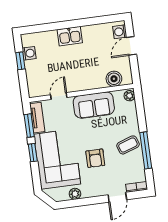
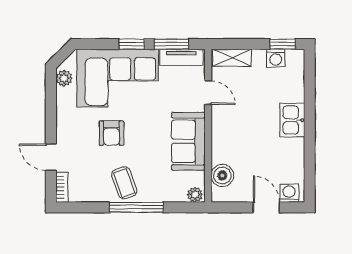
window: (20, 61) -> (283, 44), moved
shelving: (33, 83) -> (232, 58), added
window: (146, 150) -> (136, 207), moved
armchair: (95, 158) -> (111, 133), turned -90
plant: (75, 194) -> (64, 78), moved

